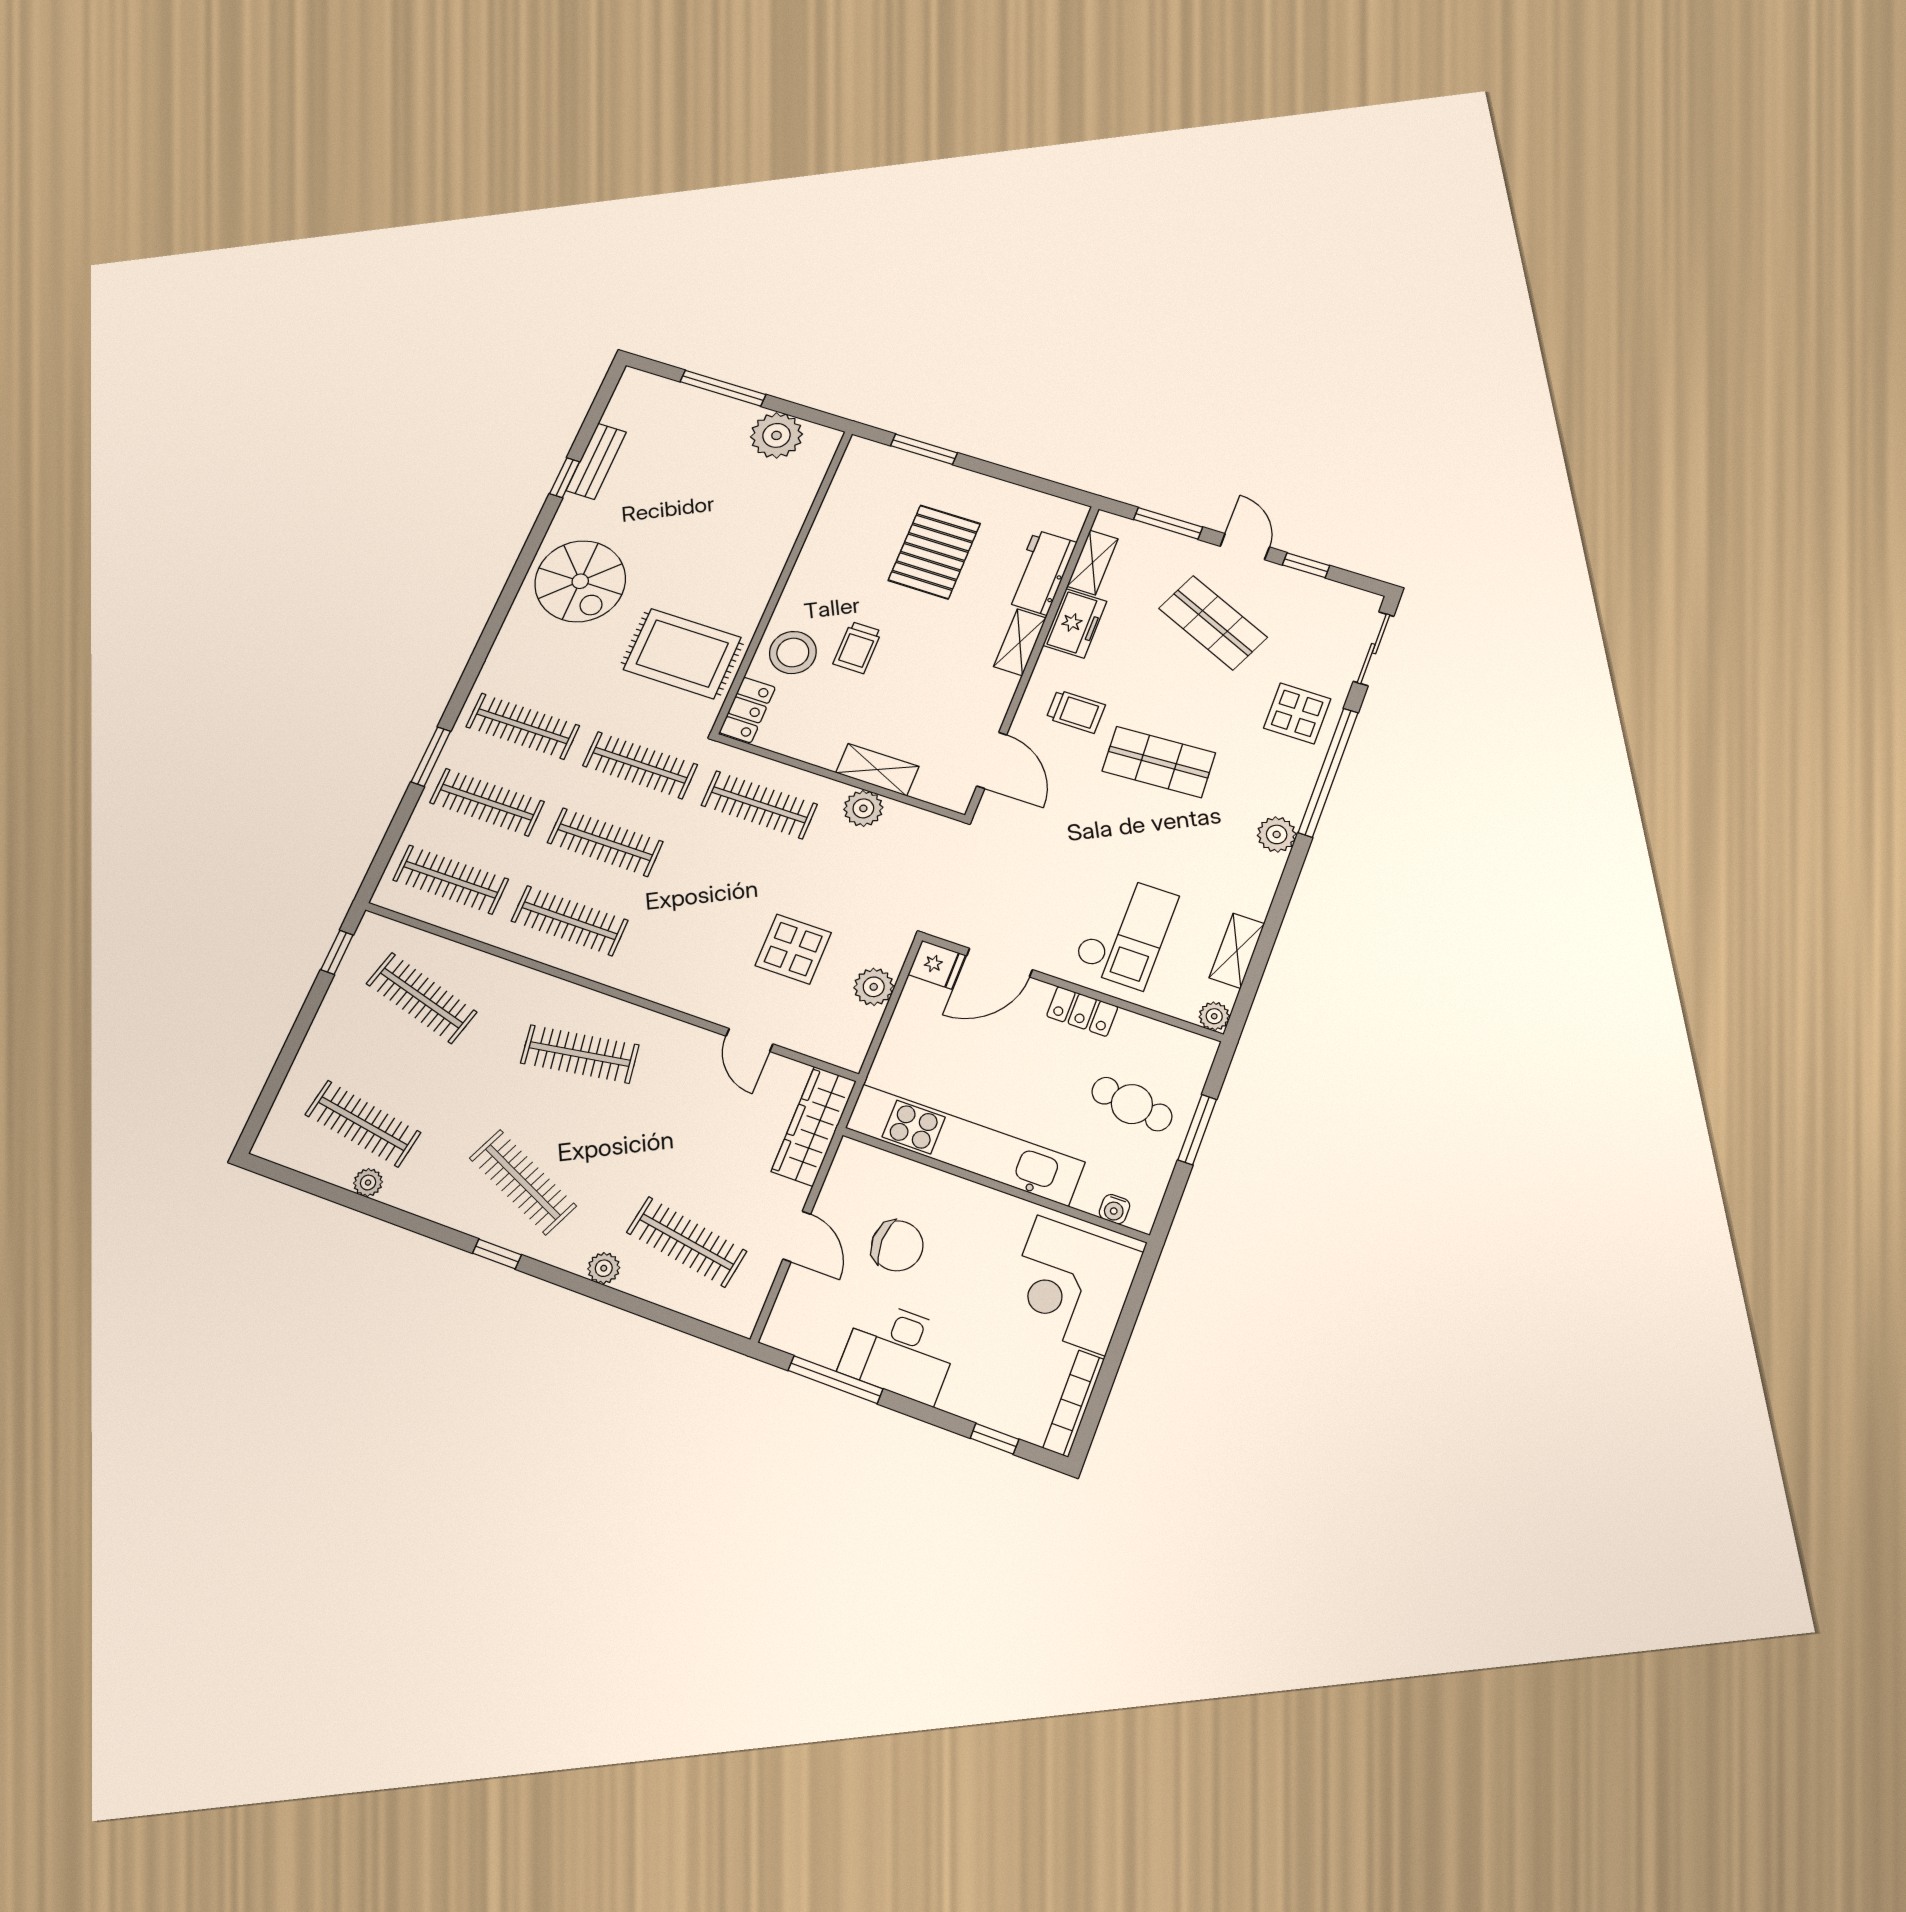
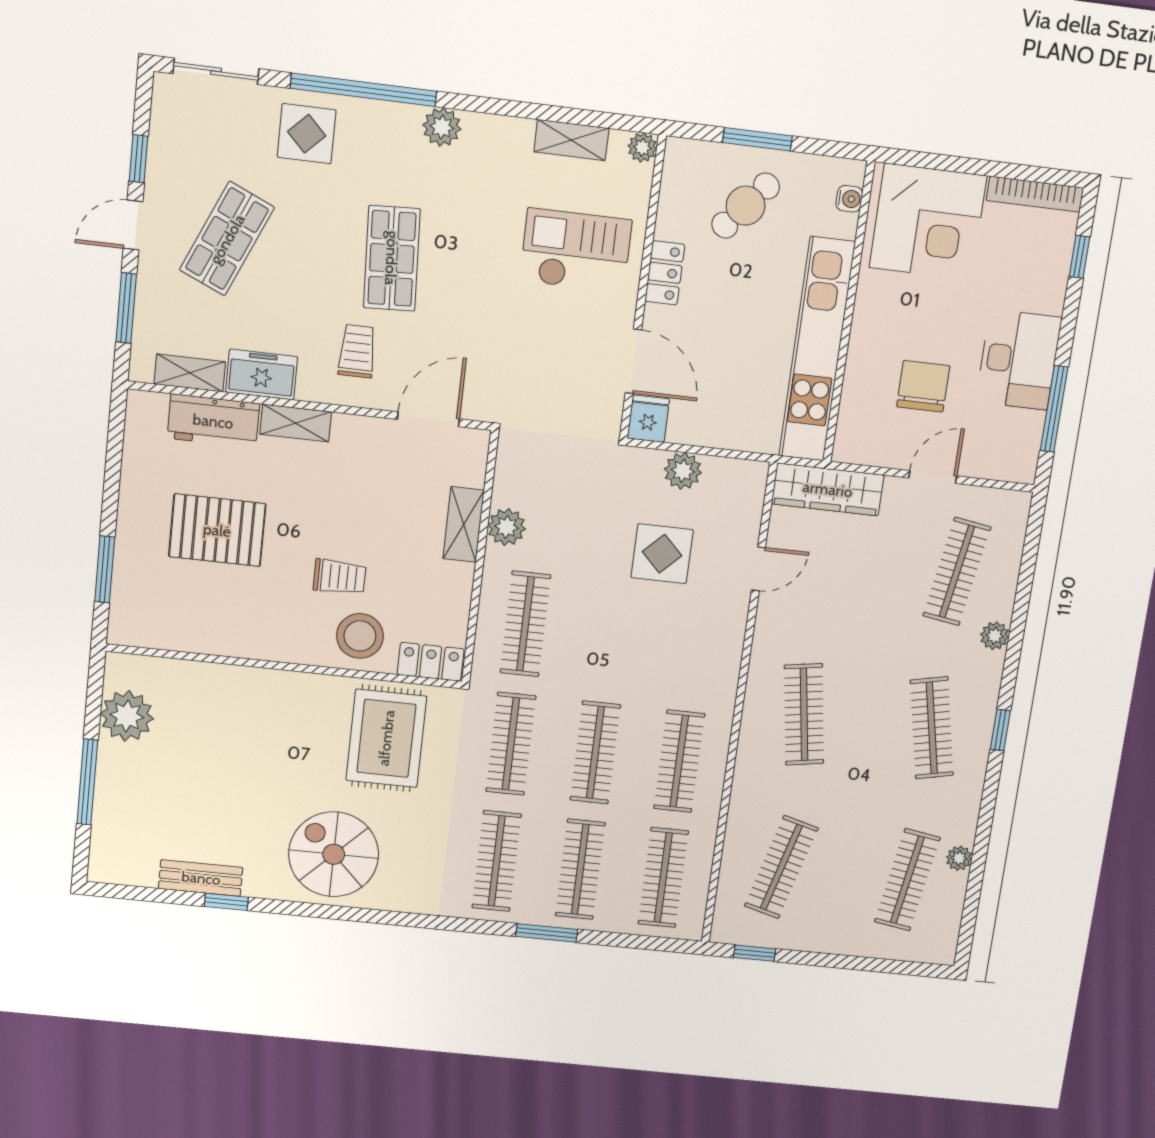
spiral stairs: (580, 581) -> (334, 854), turned -90
cafe table: (1132, 1104) -> (746, 206), turned 32
clothes rail: (523, 1182) -> (932, 728), turned -36

